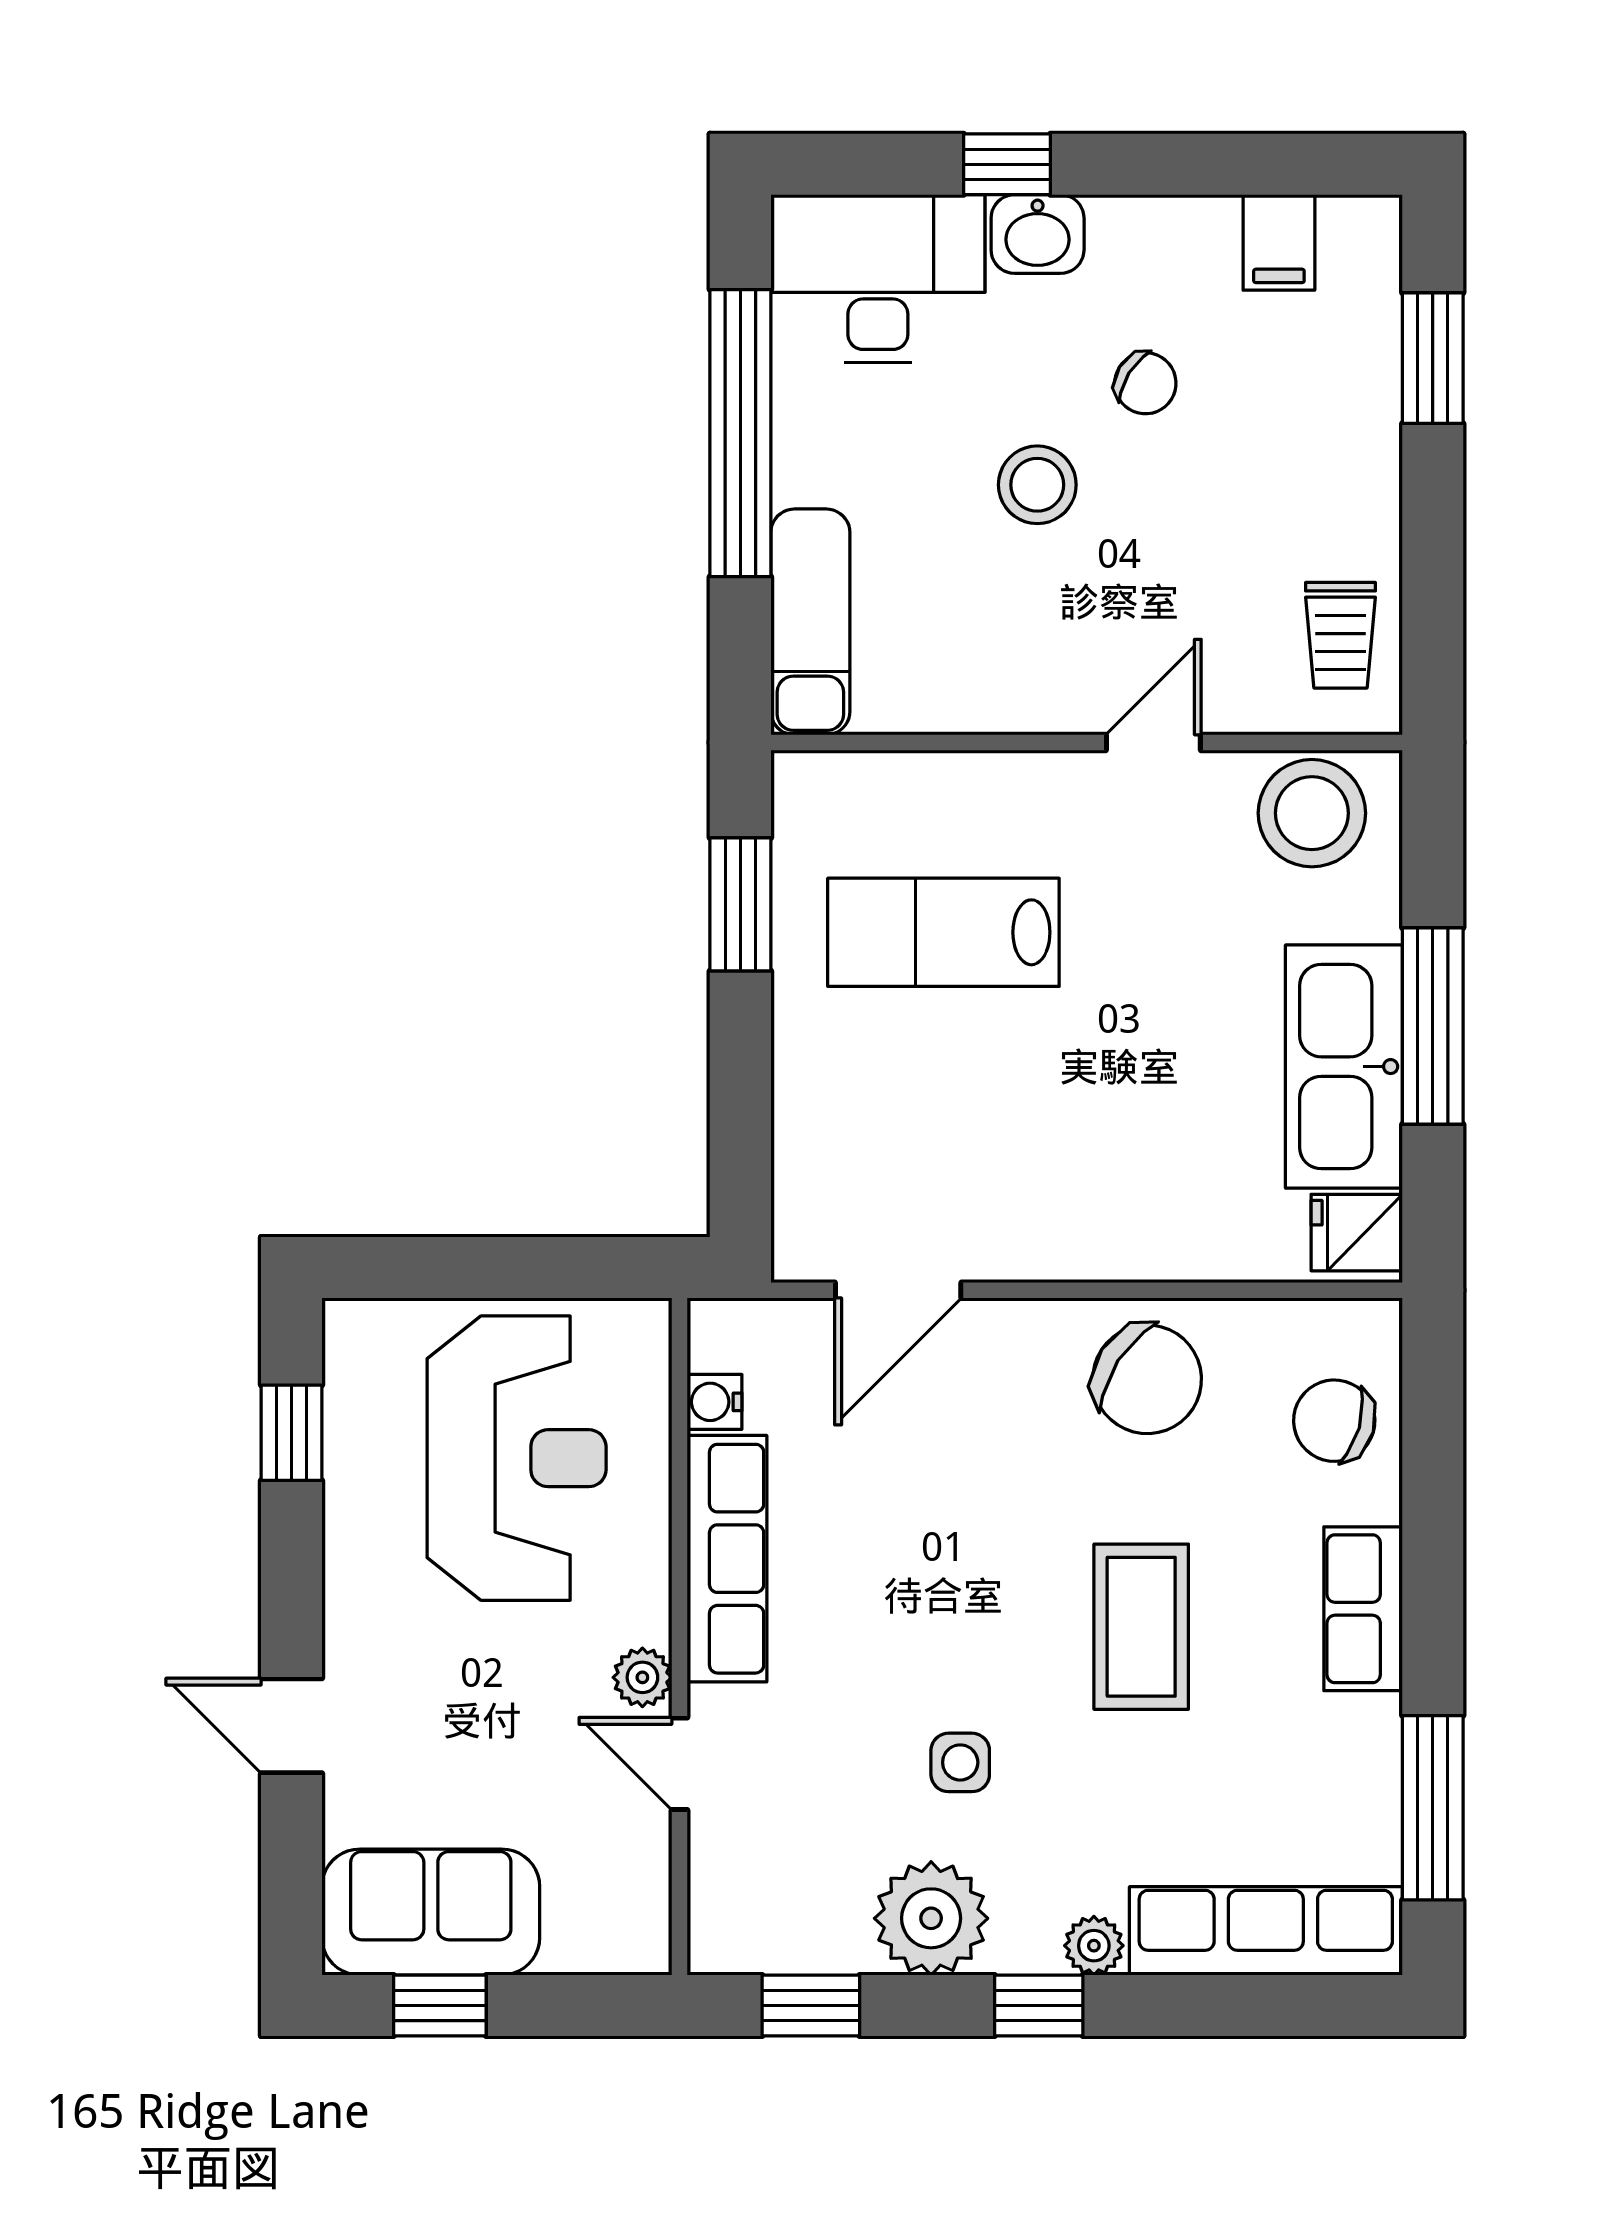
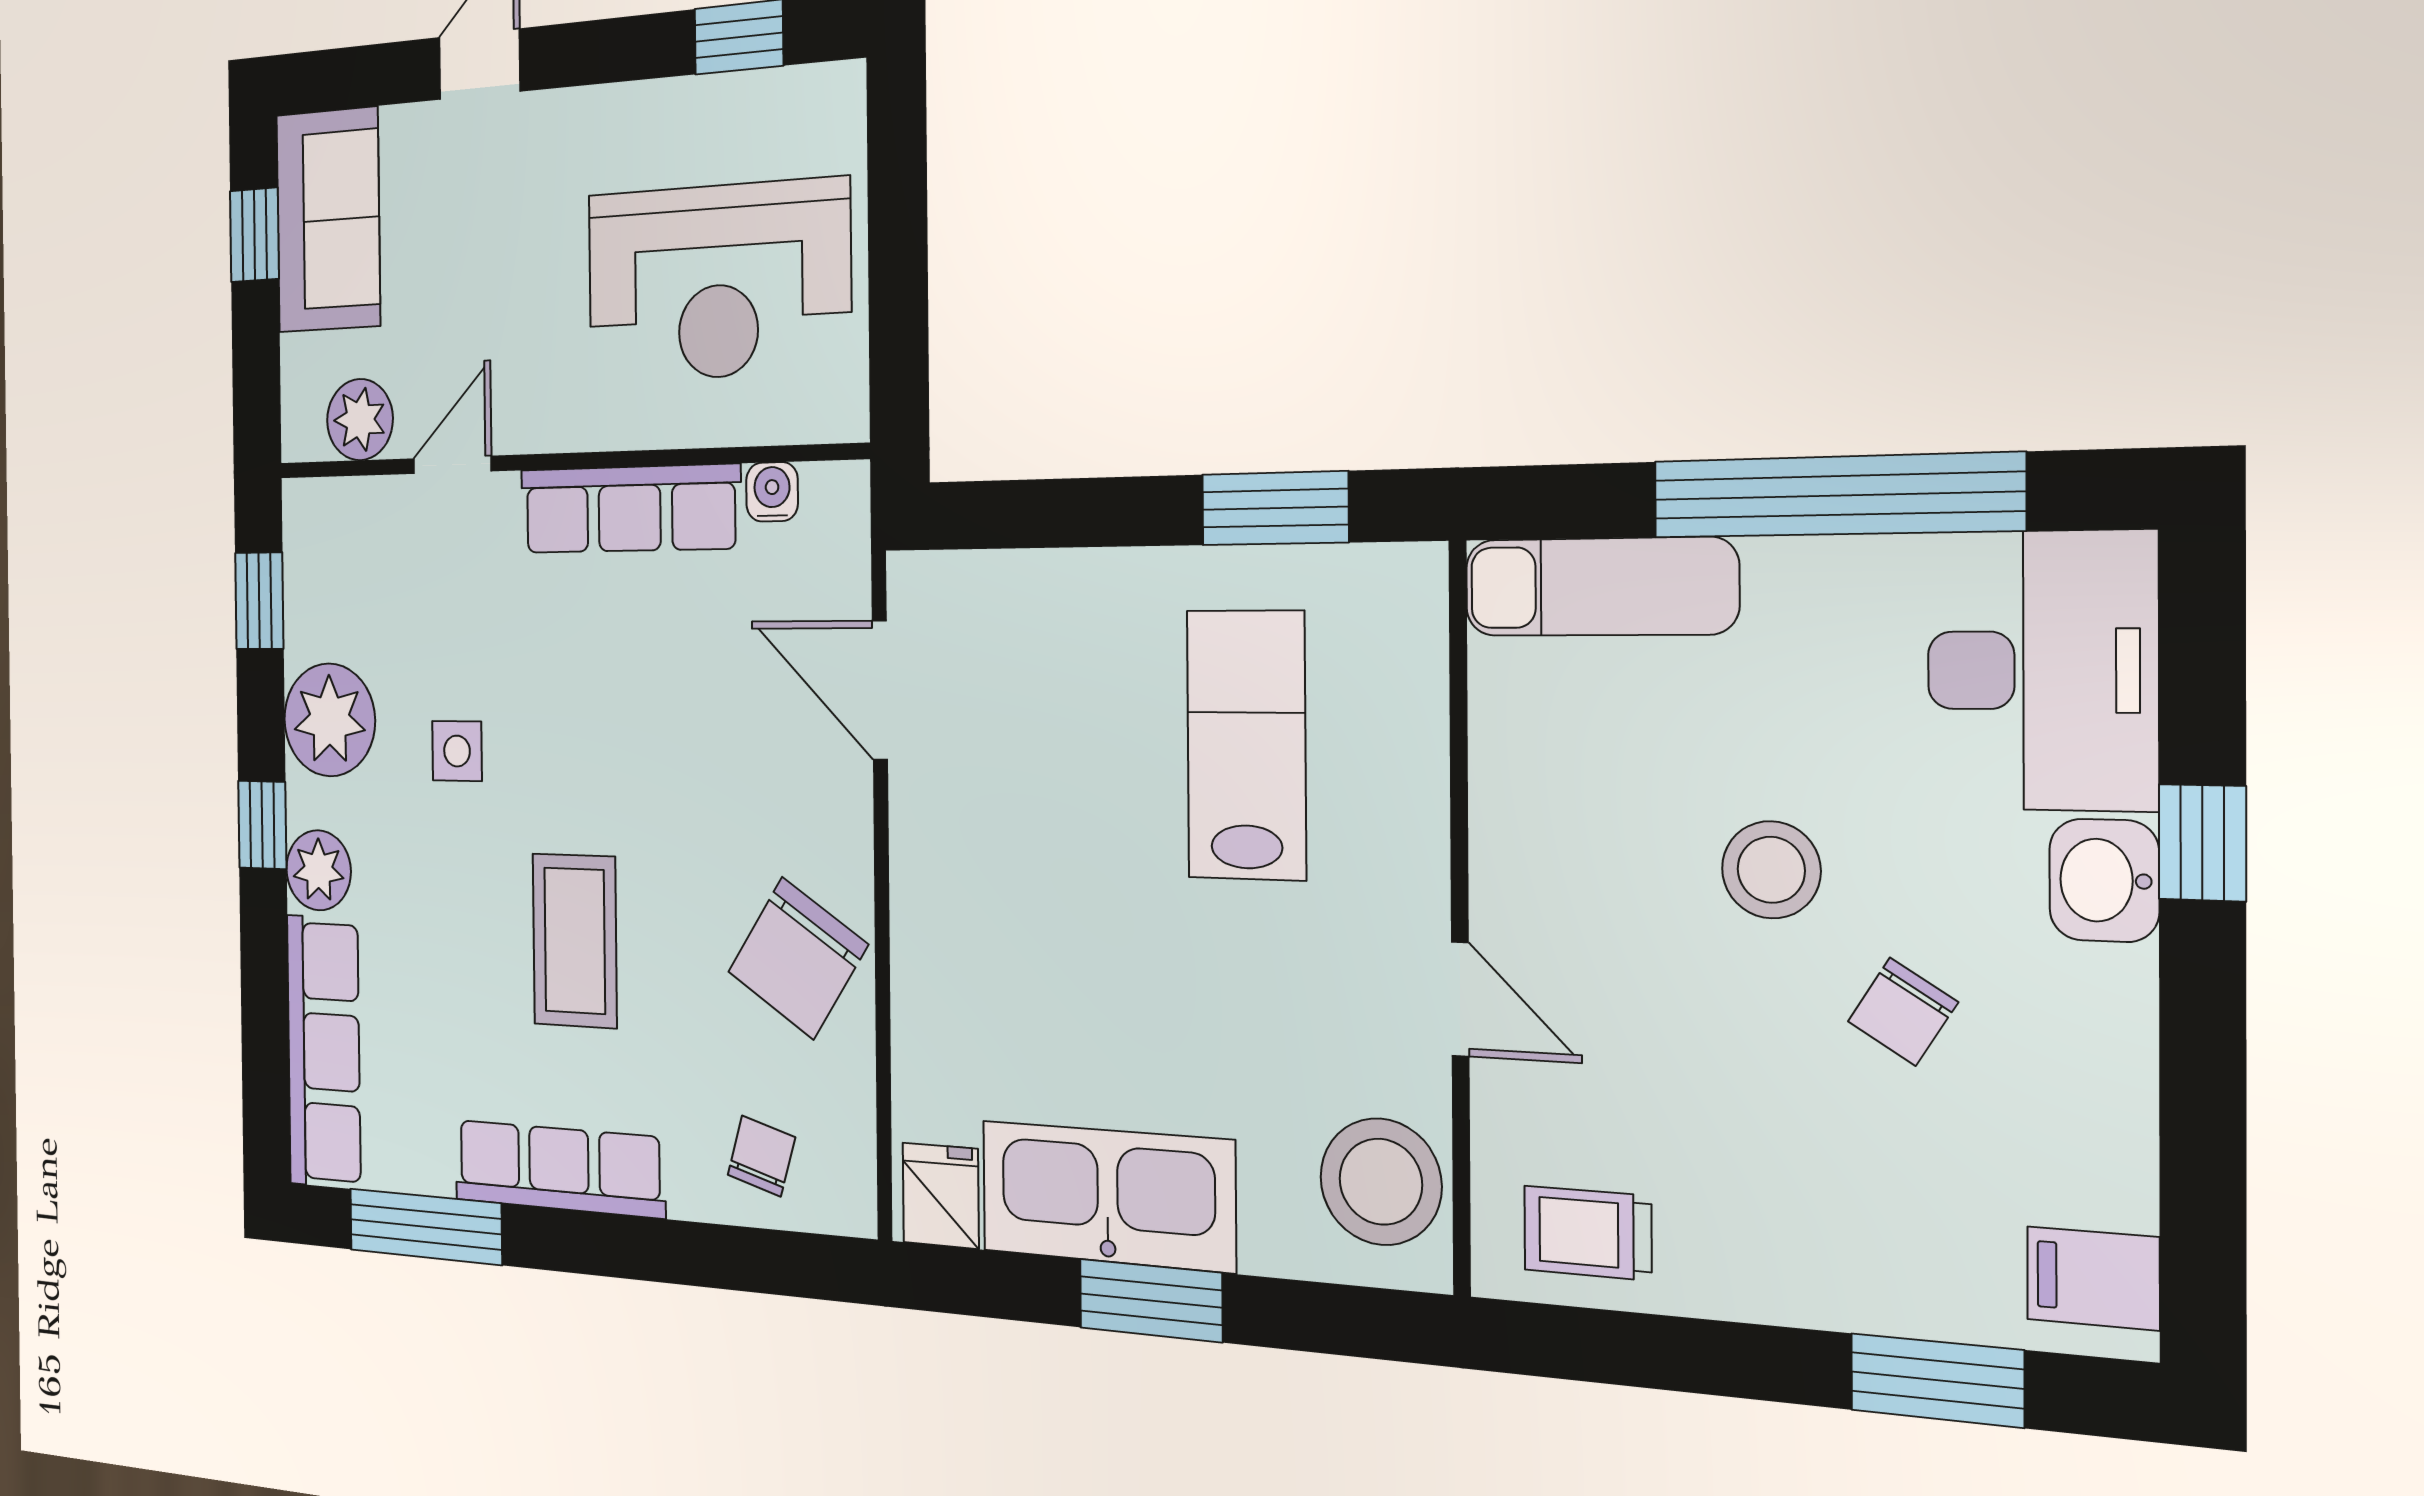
filing cabinet: (1279, 242) -> (2093, 1278), moved
window: (1433, 1026) -> (1151, 1300), width x0.69
chair: (1334, 1421) -> (761, 1156), width x0.73, depth x0.73
row of seats: (1363, 1609) -> (559, 1169), width x1.48
coffee table: (1141, 1627) -> (575, 941), turned 90
plant: (642, 1677) -> (360, 420), moved, width x1.38, depth x1.38
plant: (1094, 1946) -> (318, 870), width x1.38, depth x1.38

